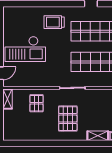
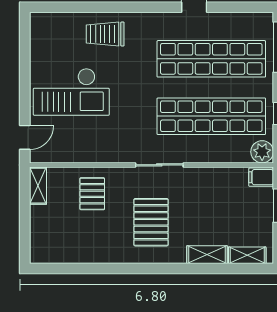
trolley: (54, 22) -> (105, 34), moved

